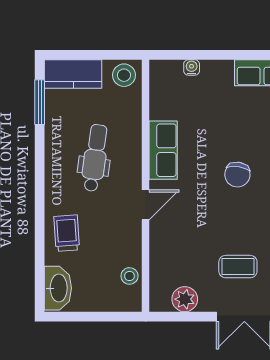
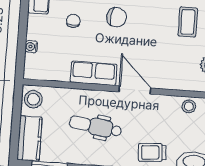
chair: (229, 119) -> (73, 21), added
door: (146, 205) -> (135, 90), width x1.38

